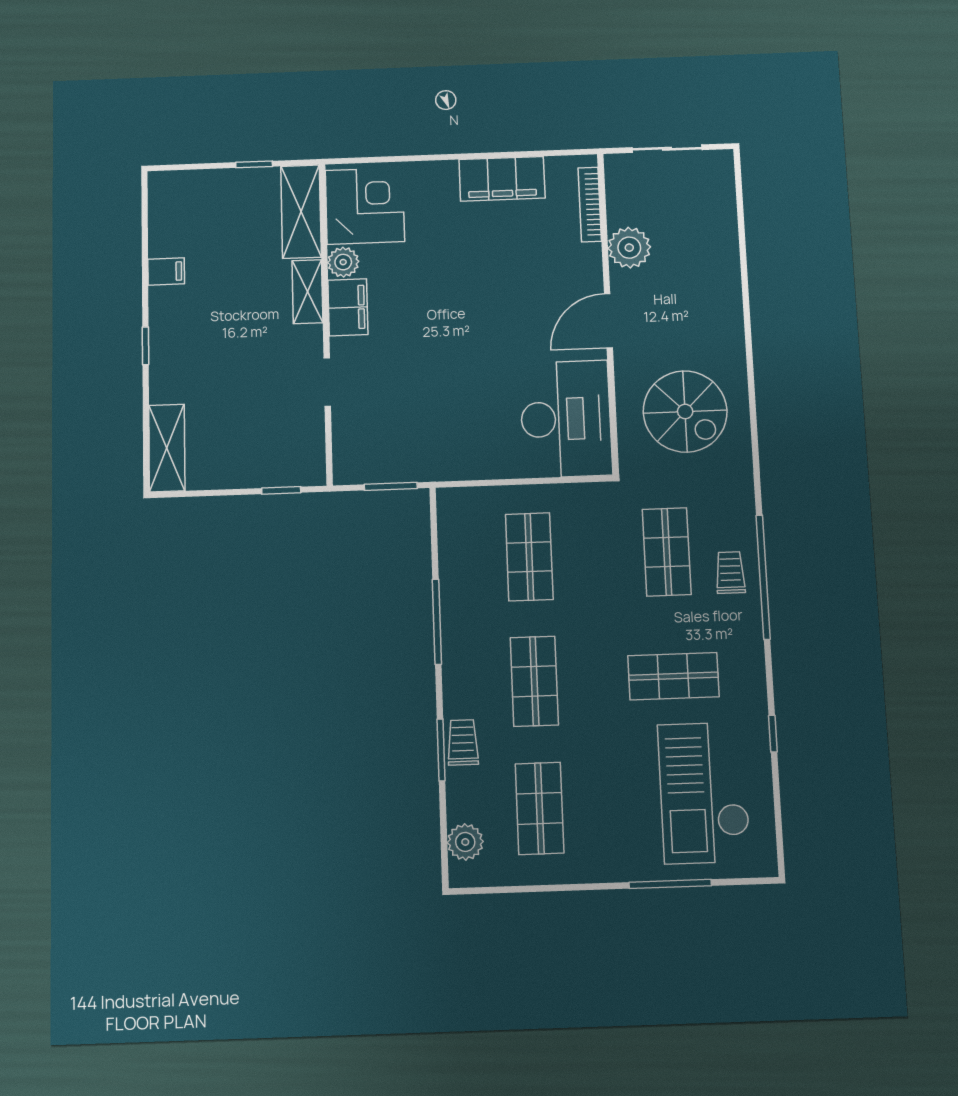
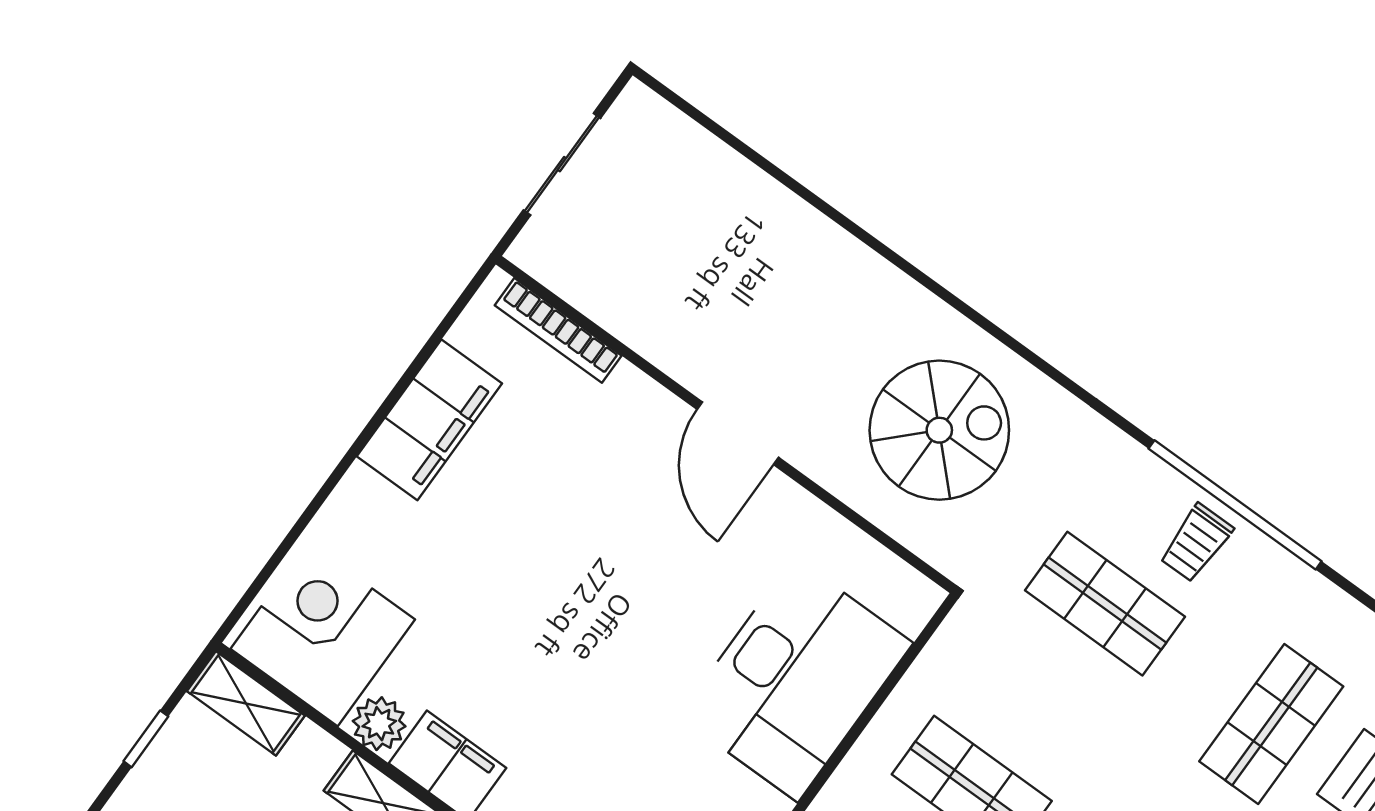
shelving: (301, 212) -> (246, 703), width x0.67, depth x0.75
plant: (629, 248) -> (660, 325), removed
desk: (566, 419) -> (796, 680), moved, turned 90
trolley: (730, 573) -> (1196, 543), turned -90

